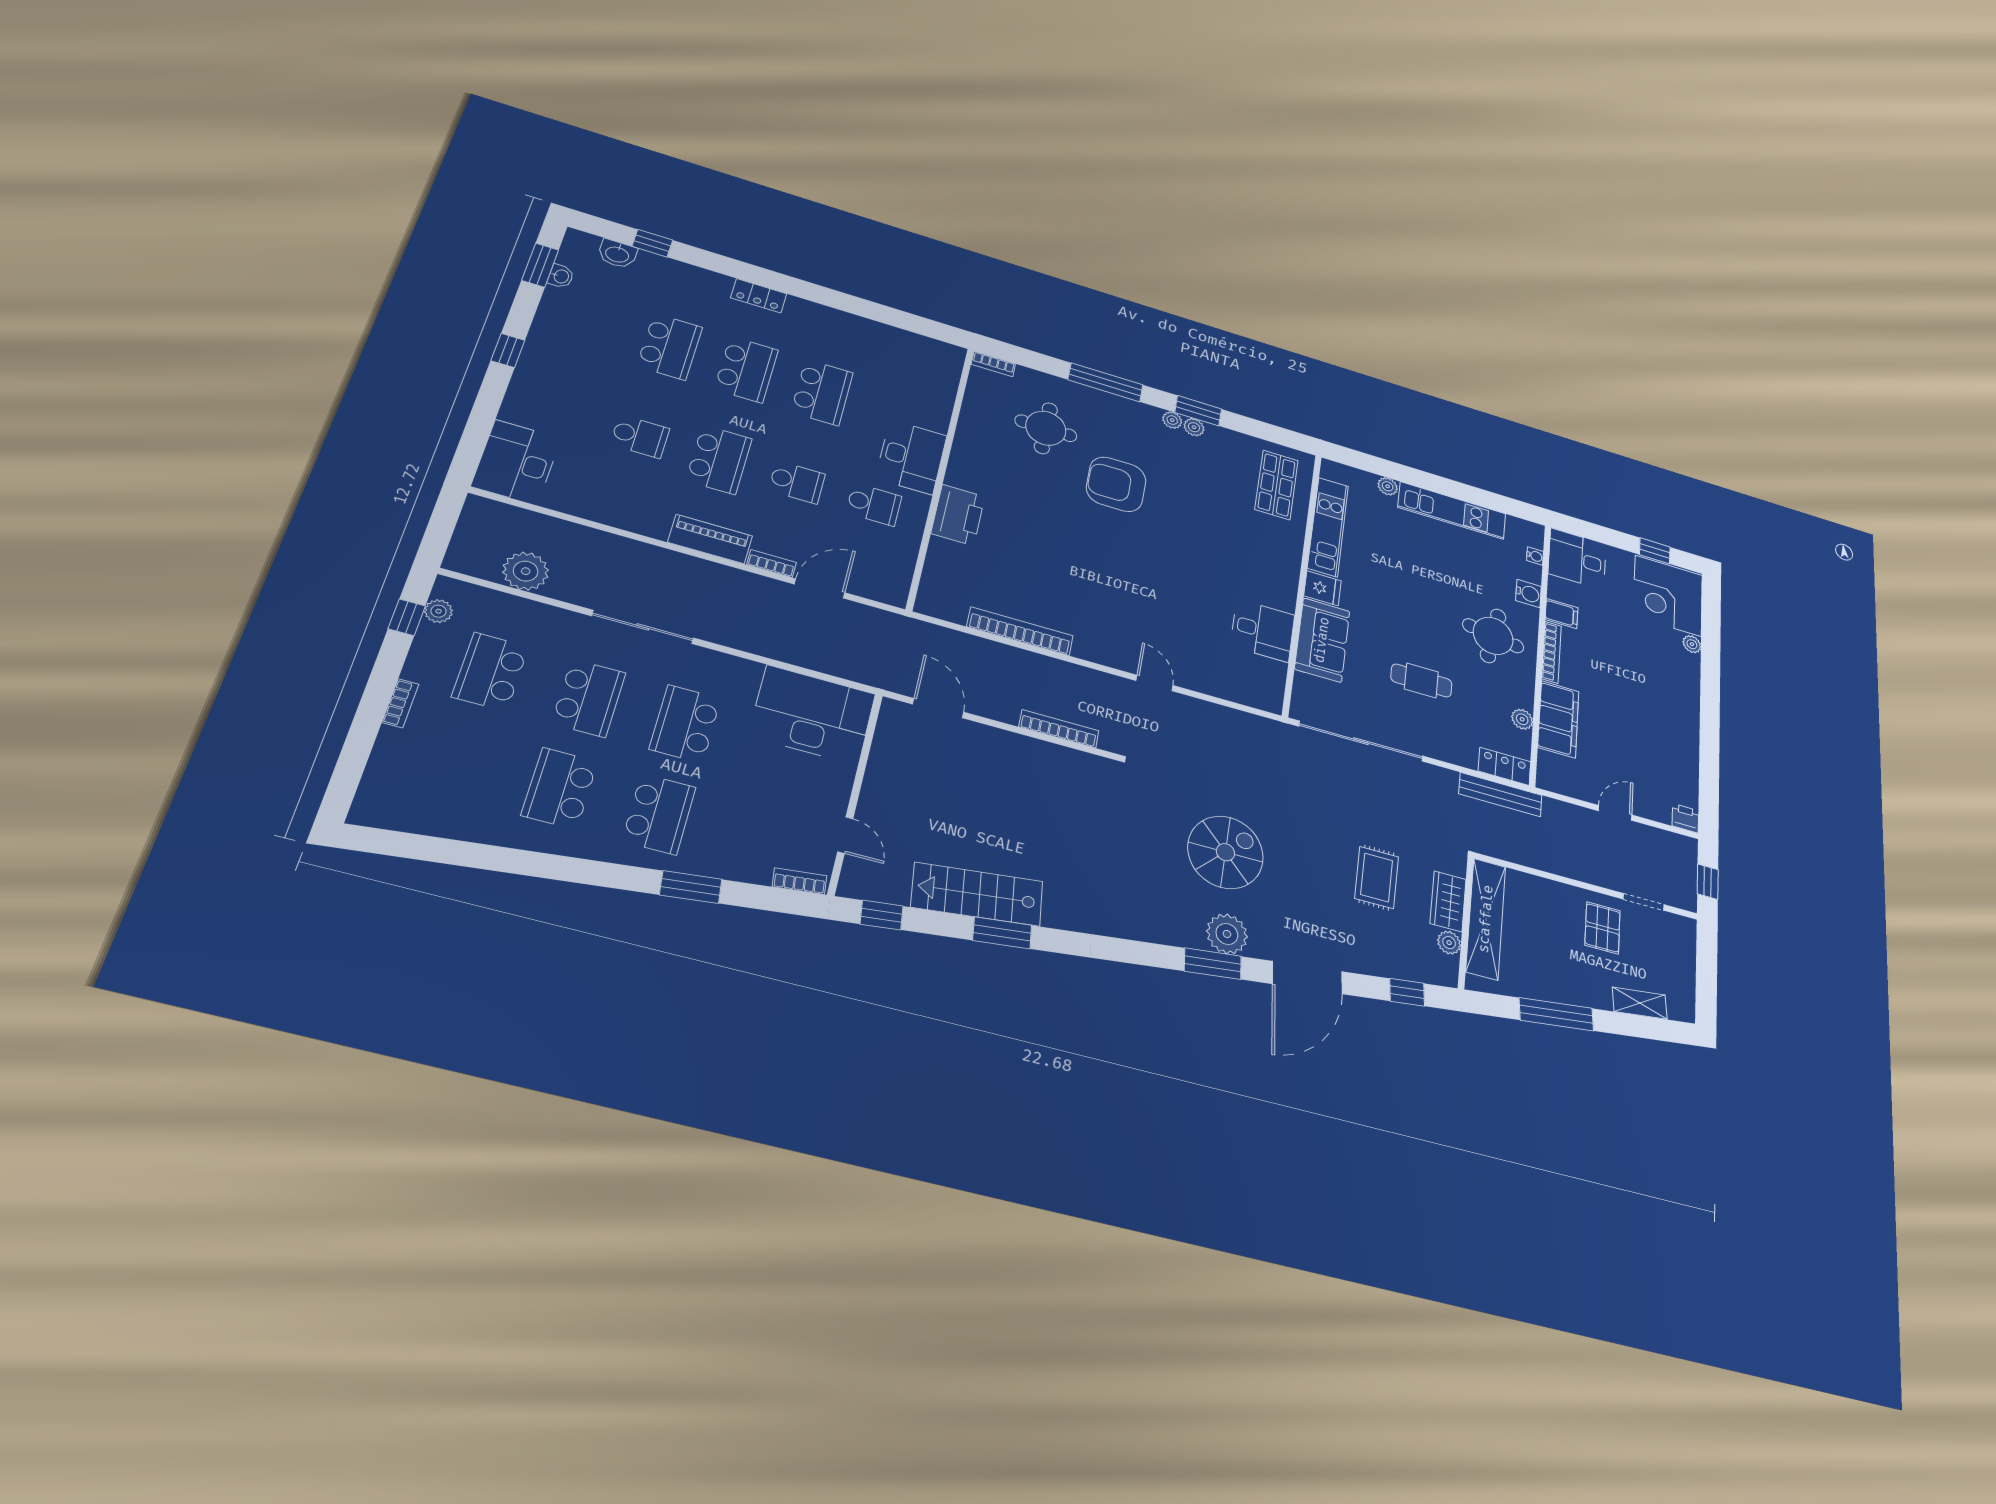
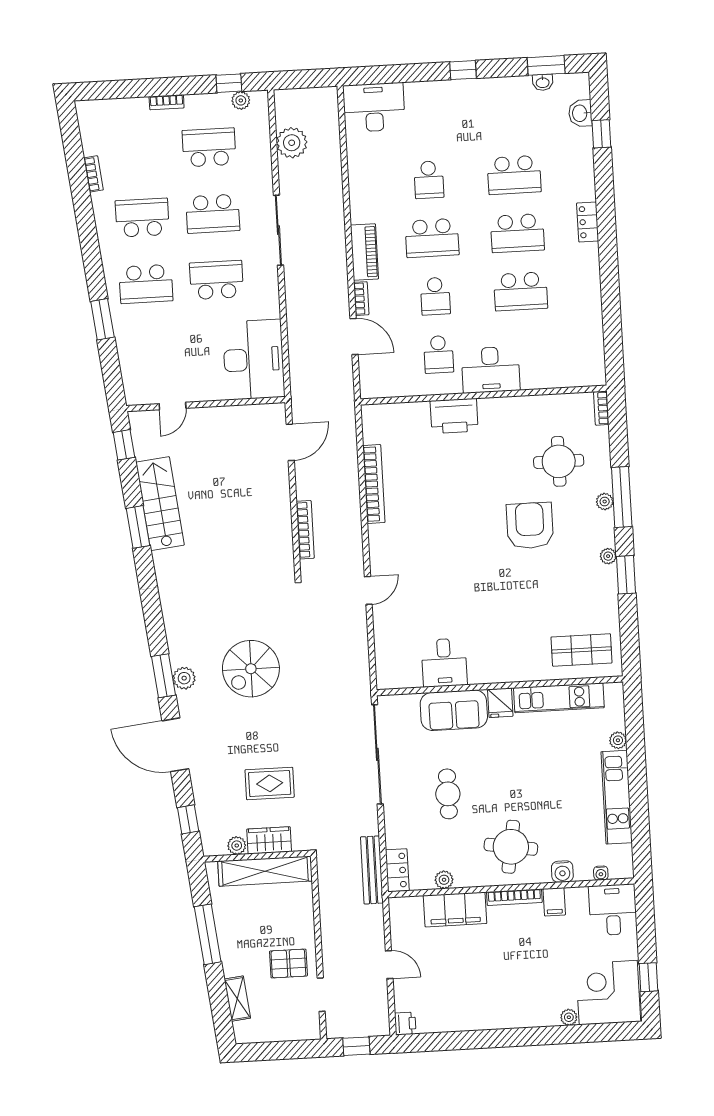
plant: (1194, 427) -> (605, 502), moved
spiral stairs: (1225, 852) -> (251, 669), turned 90
bookcase: (800, 881) -> (94, 174), moved
plant: (1227, 934) -> (184, 678), width x0.73, depth x0.73

